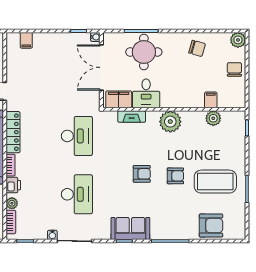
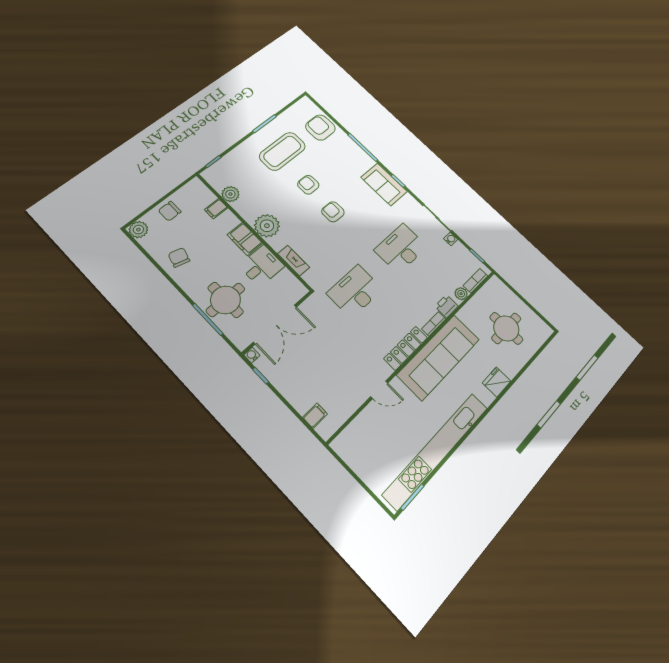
filing cabinet: (119, 99) -> (245, 239), moved
coffee table: (215, 182) -> (282, 151), turned 90

